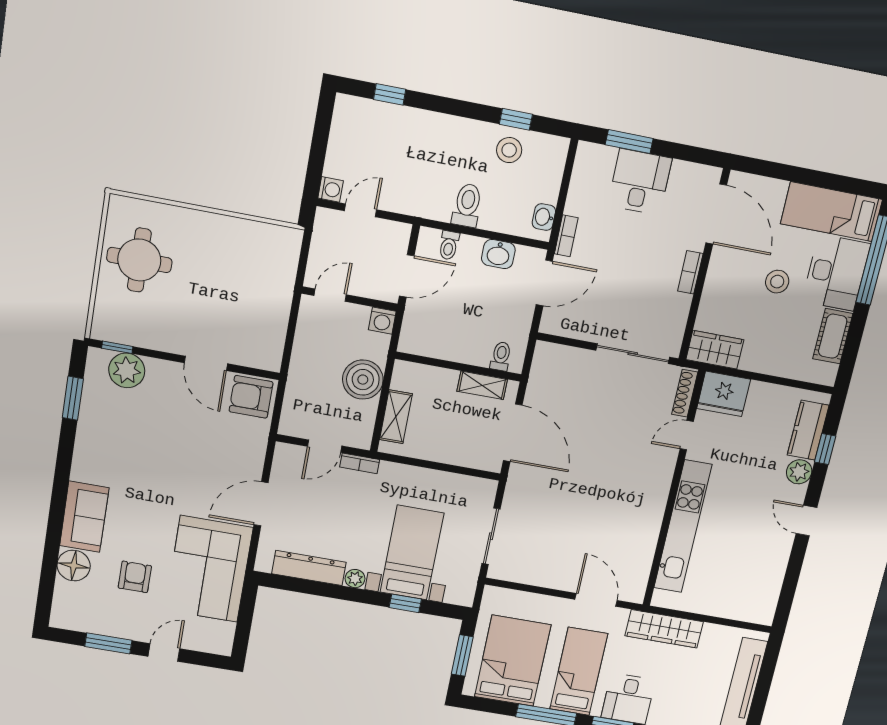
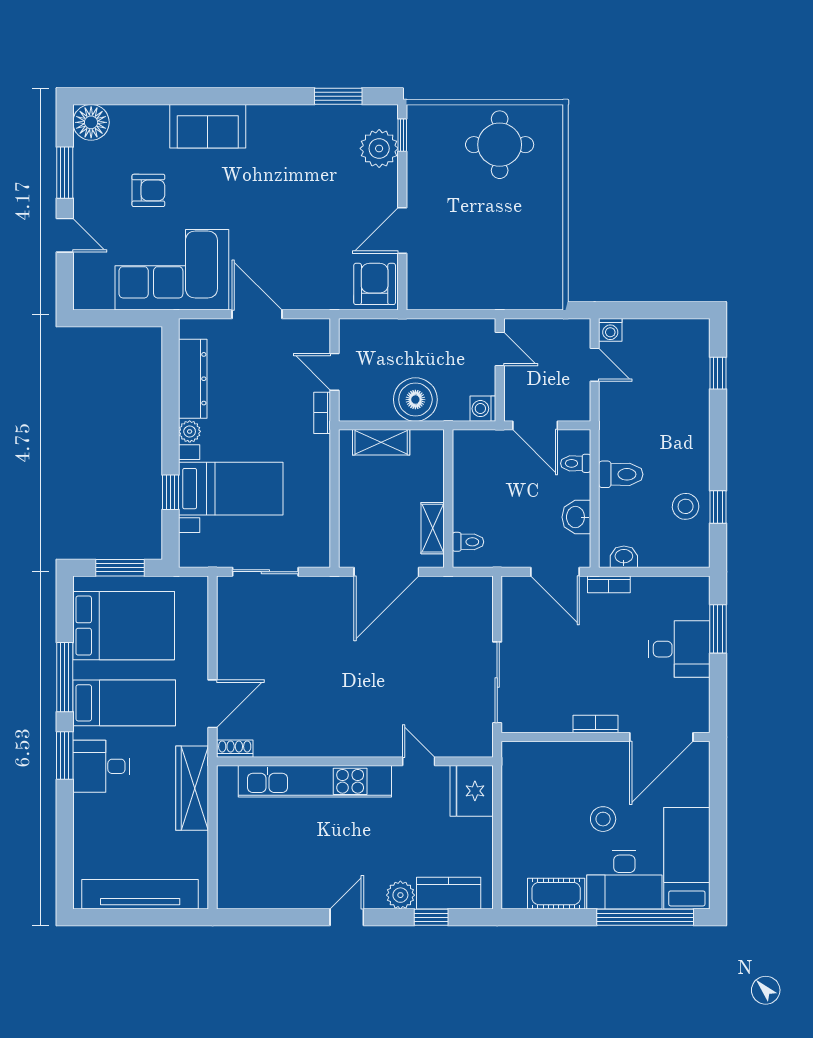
wardrobe: (715, 350) -> (518, 770), removed
shoe rack: (685, 393) -> (235, 749), moved, width x0.70
floor lamp: (74, 566) -> (91, 122), moved

